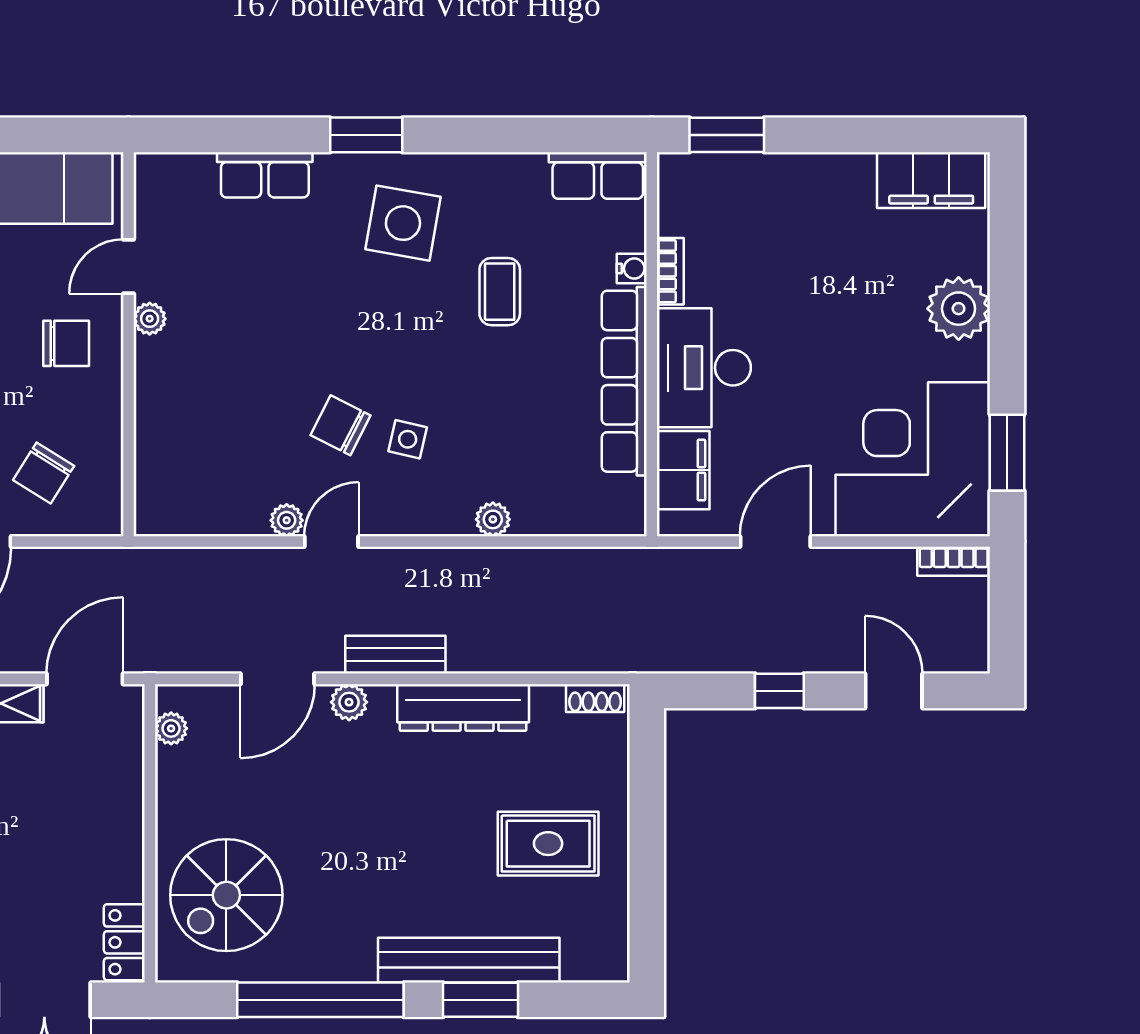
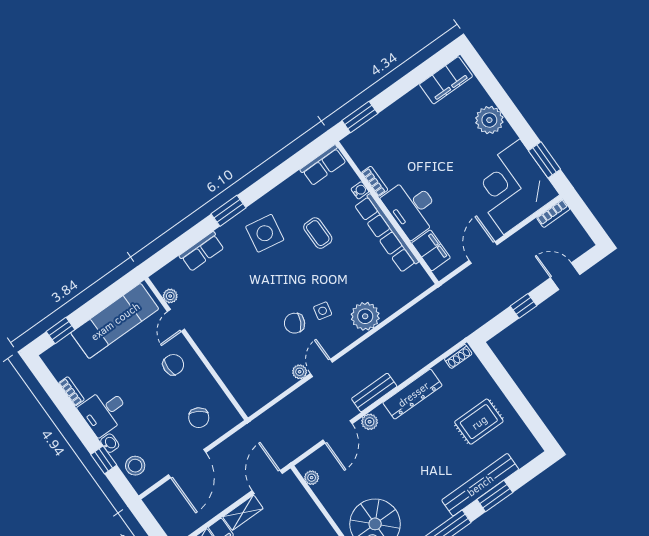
plant: (150, 319) -> (170, 296), moved
plant: (493, 519) -> (365, 316), width x1.87, depth x1.87

